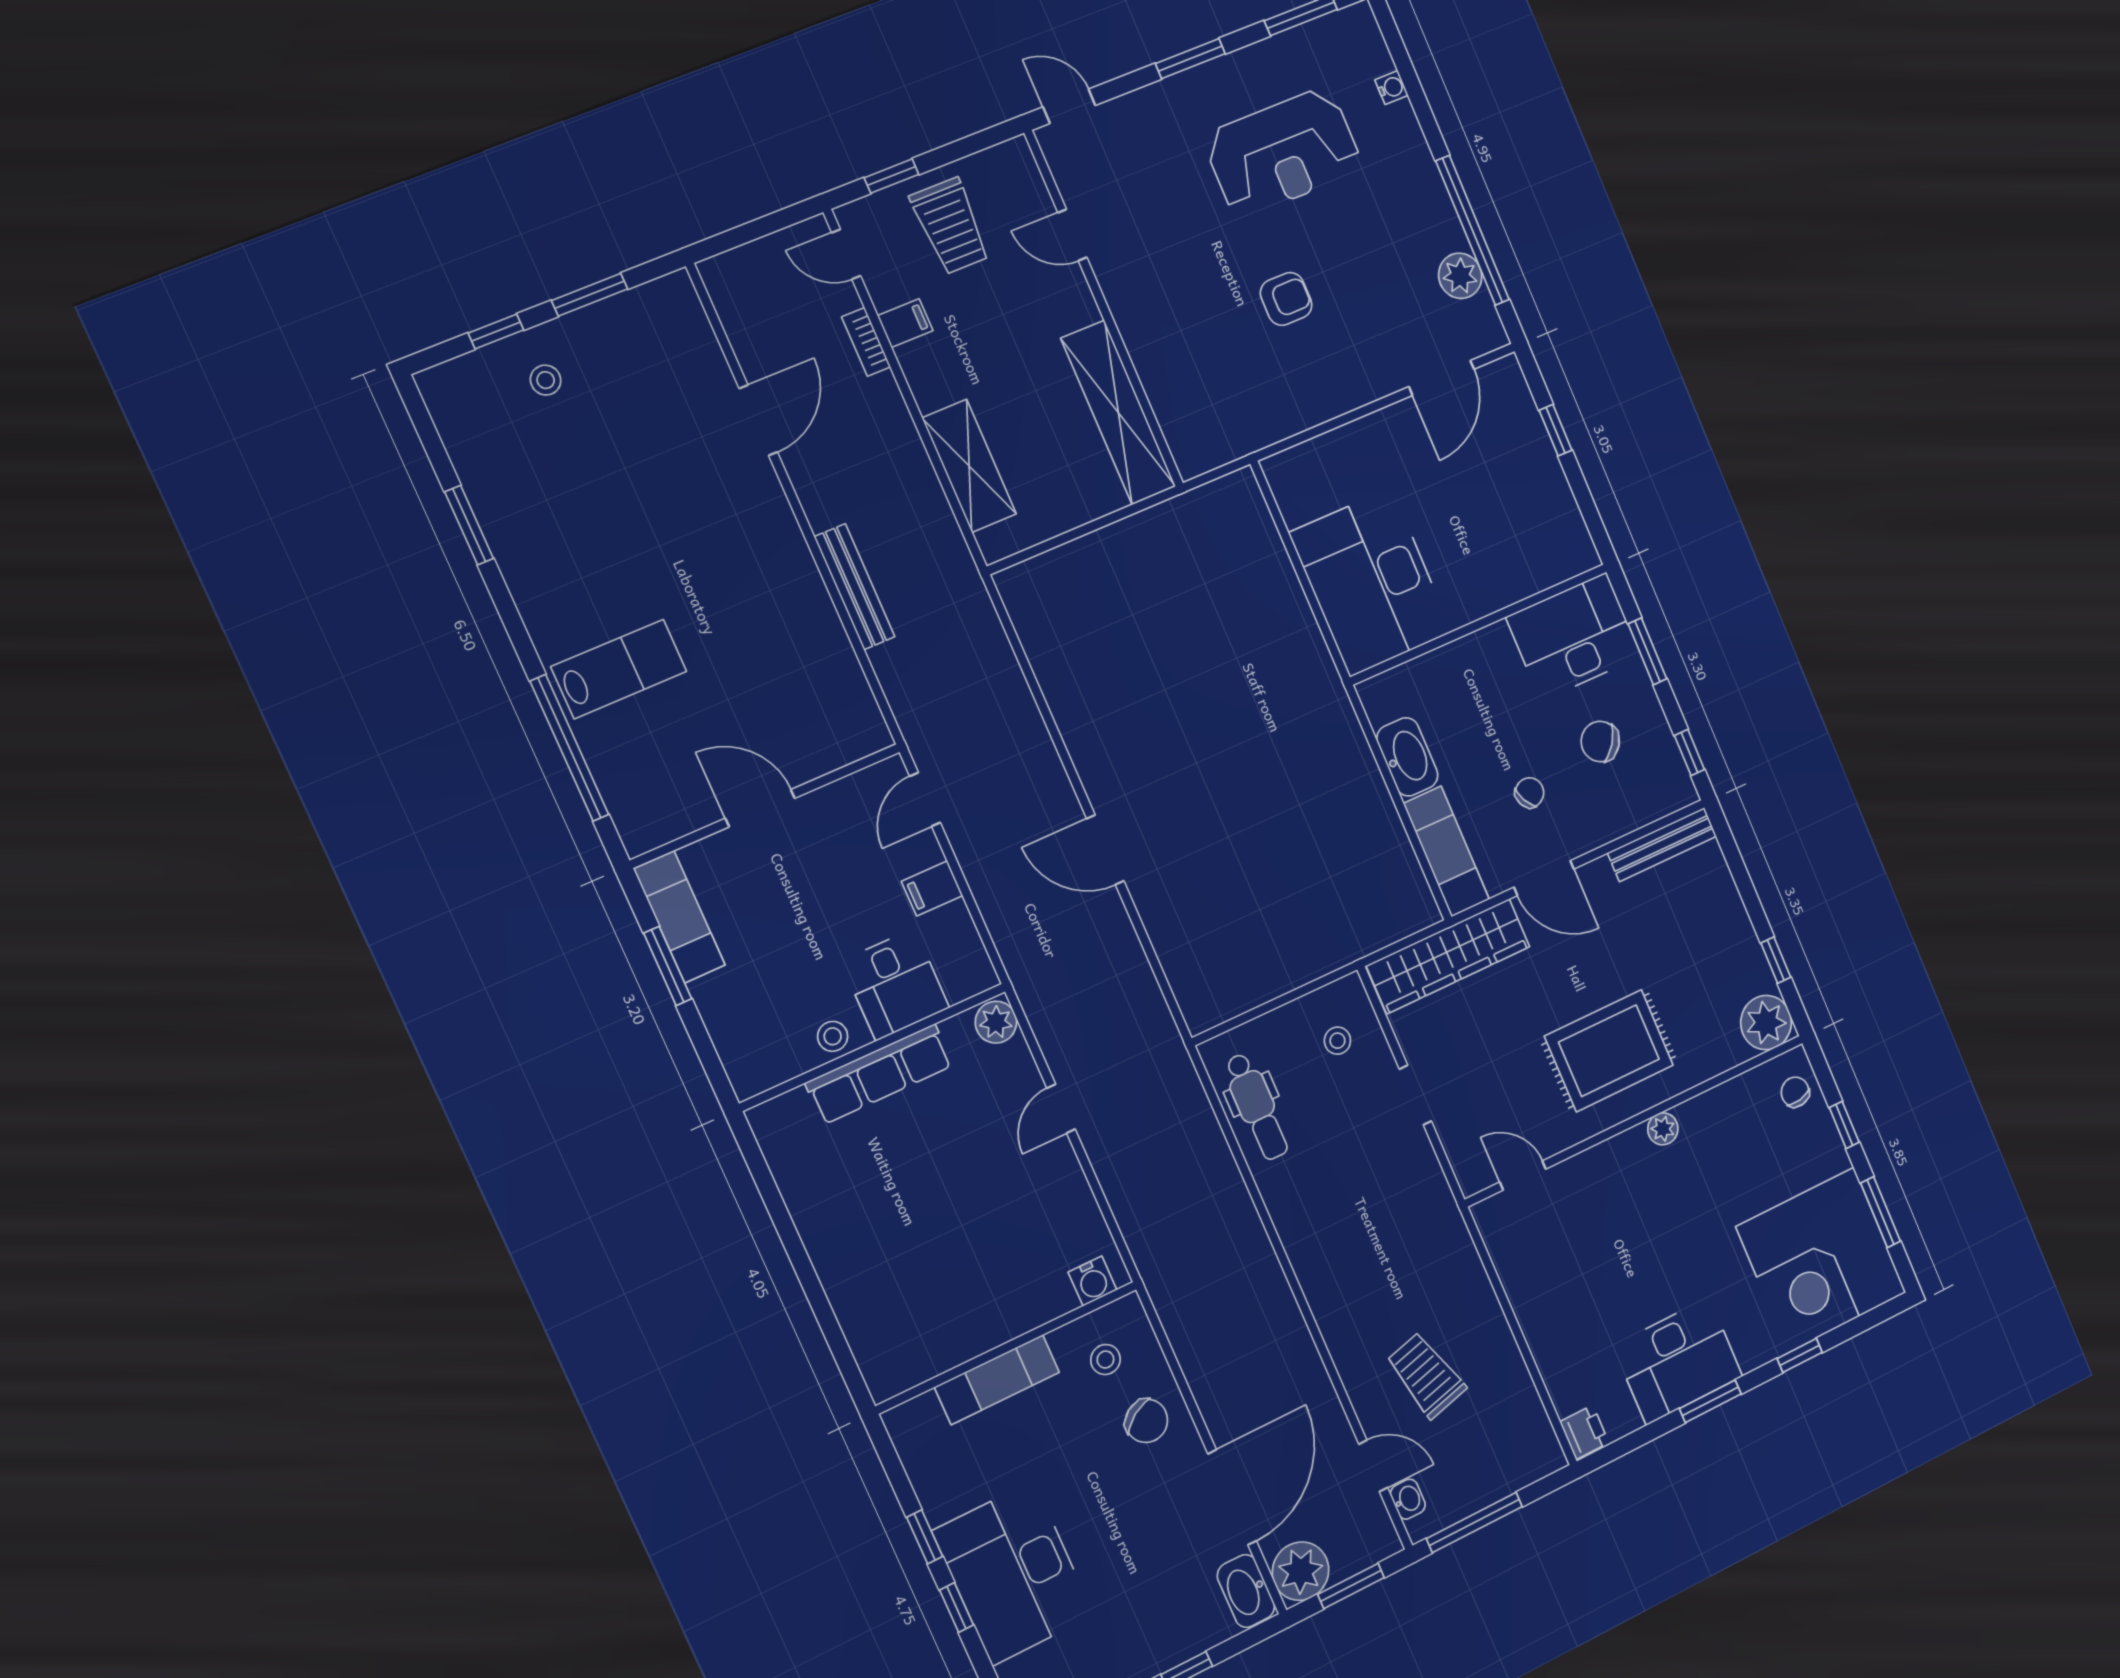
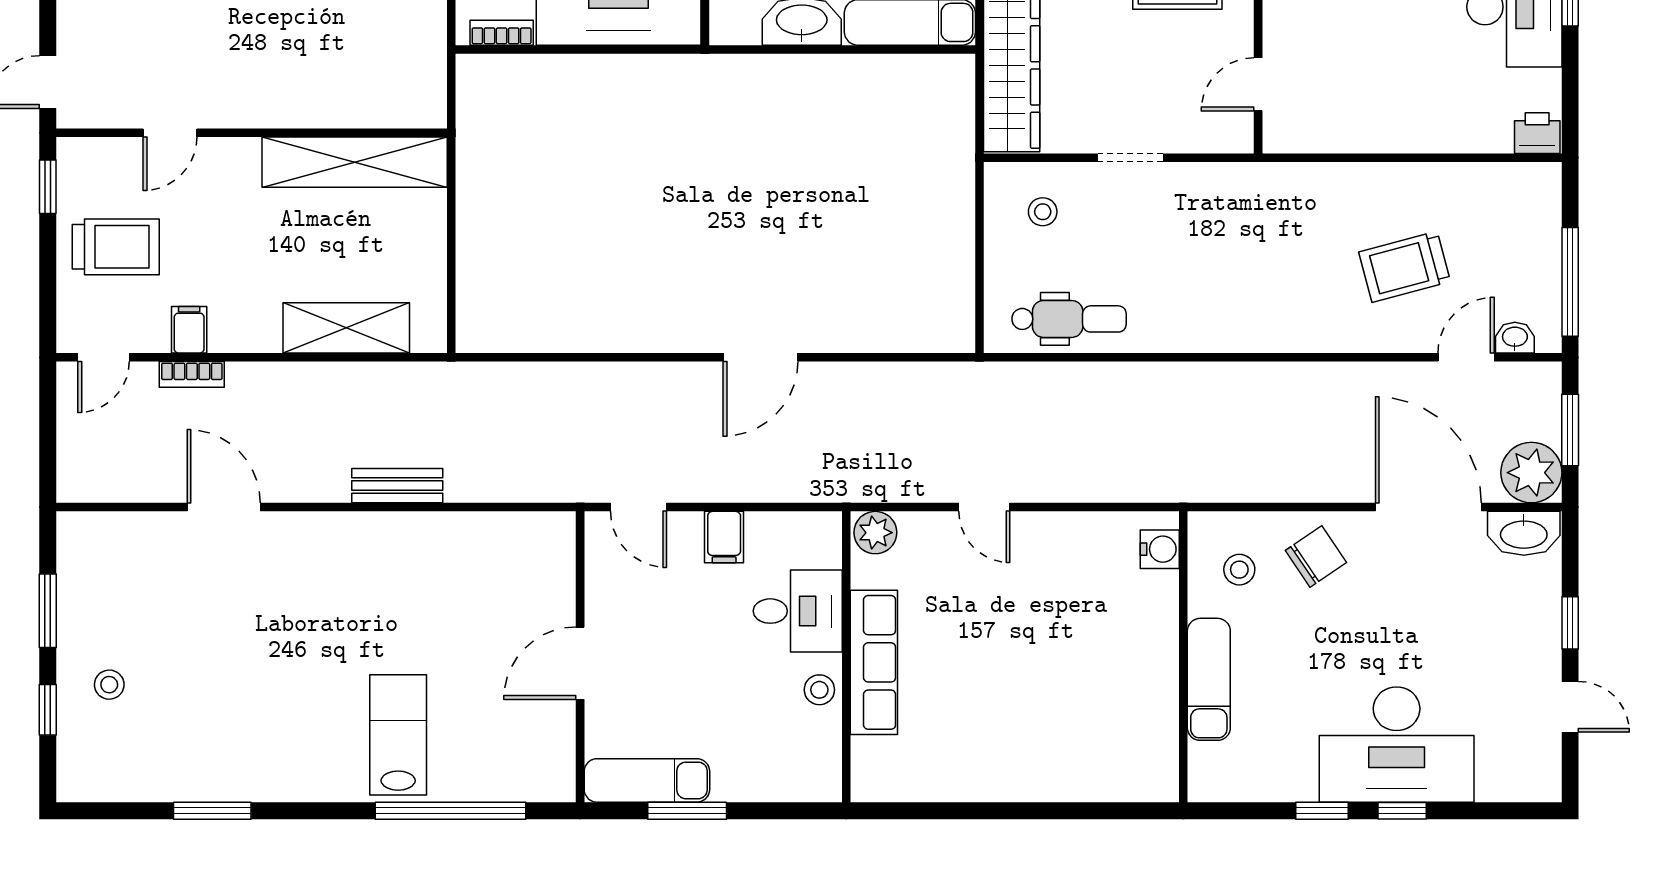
window: (891, 176) -> (48, 187), moved
bookcase: (1286, 497) -> (502, 33), added
bench: (855, 587) -> (397, 486), width x0.73

